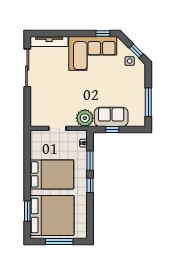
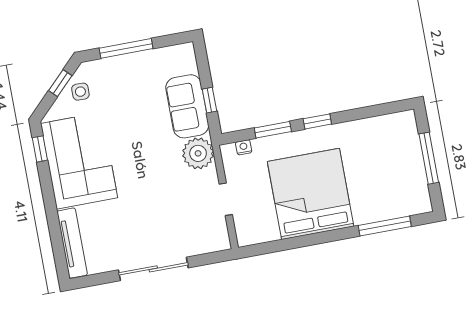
sliding door: (27, 68) -> (153, 269), moved
window: (148, 102) -> (126, 48), moved
bed: (52, 174) -> (311, 194), width x1.36
window: (27, 211) -> (385, 226), width x1.44
bed: (52, 216) -> (384, 180), removed

